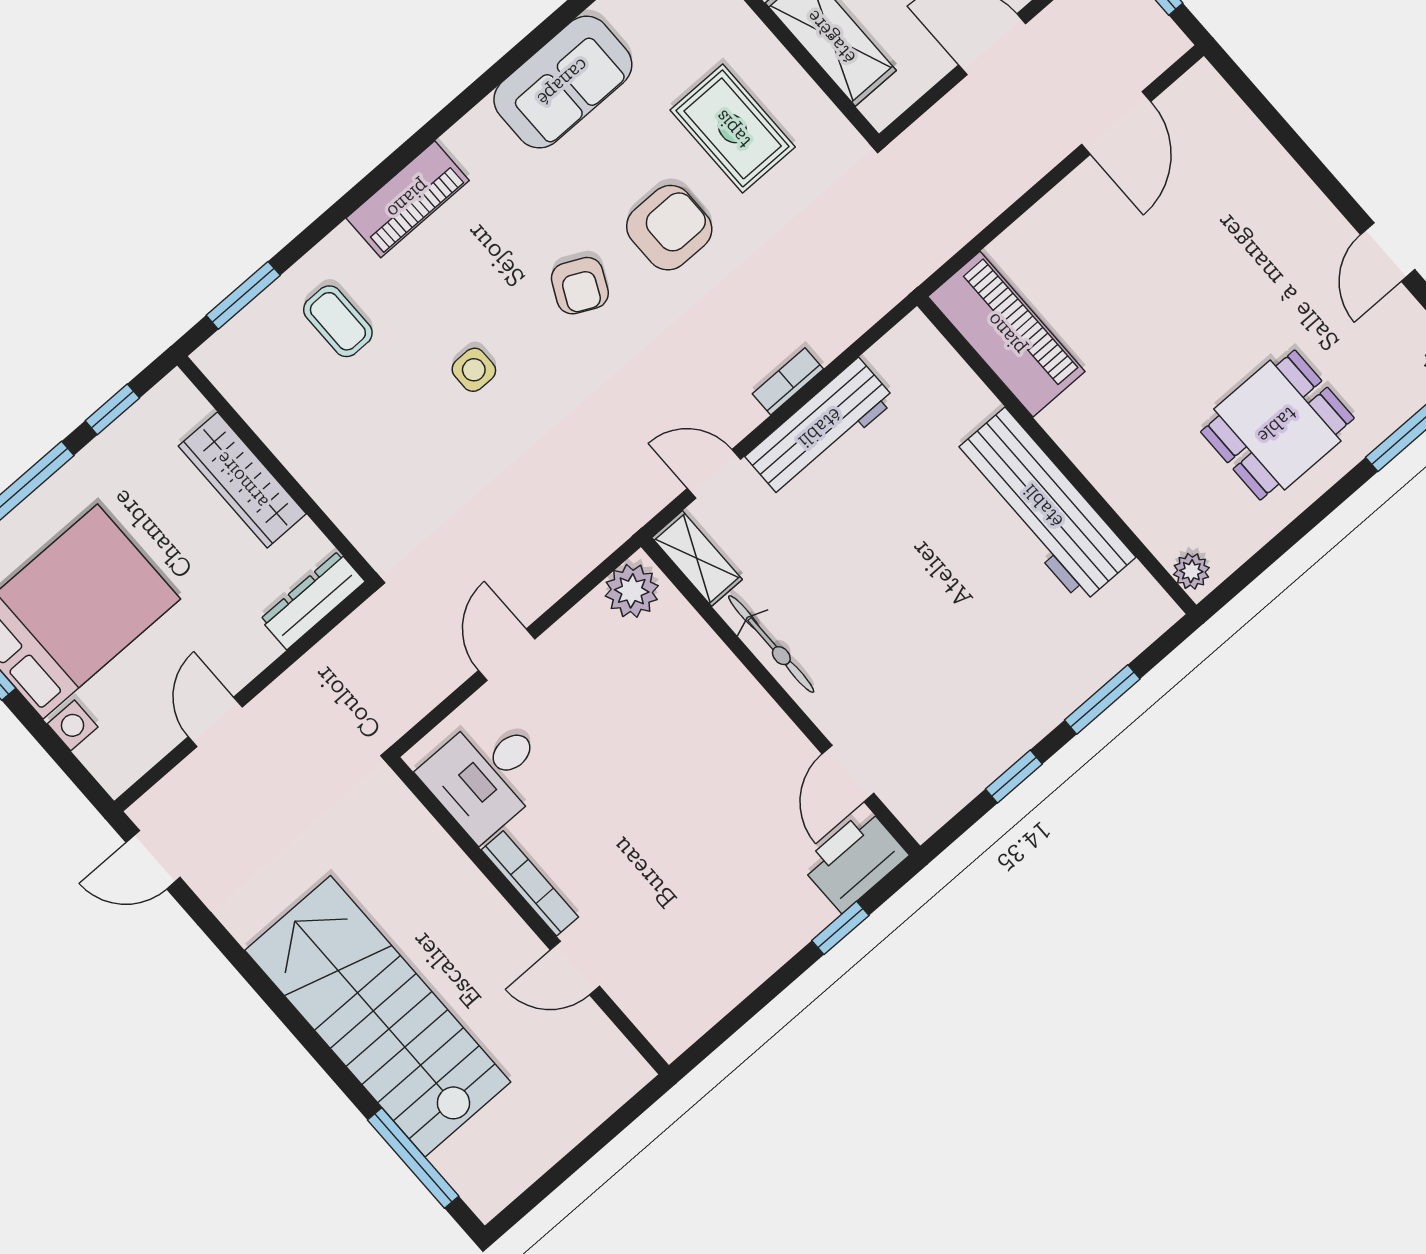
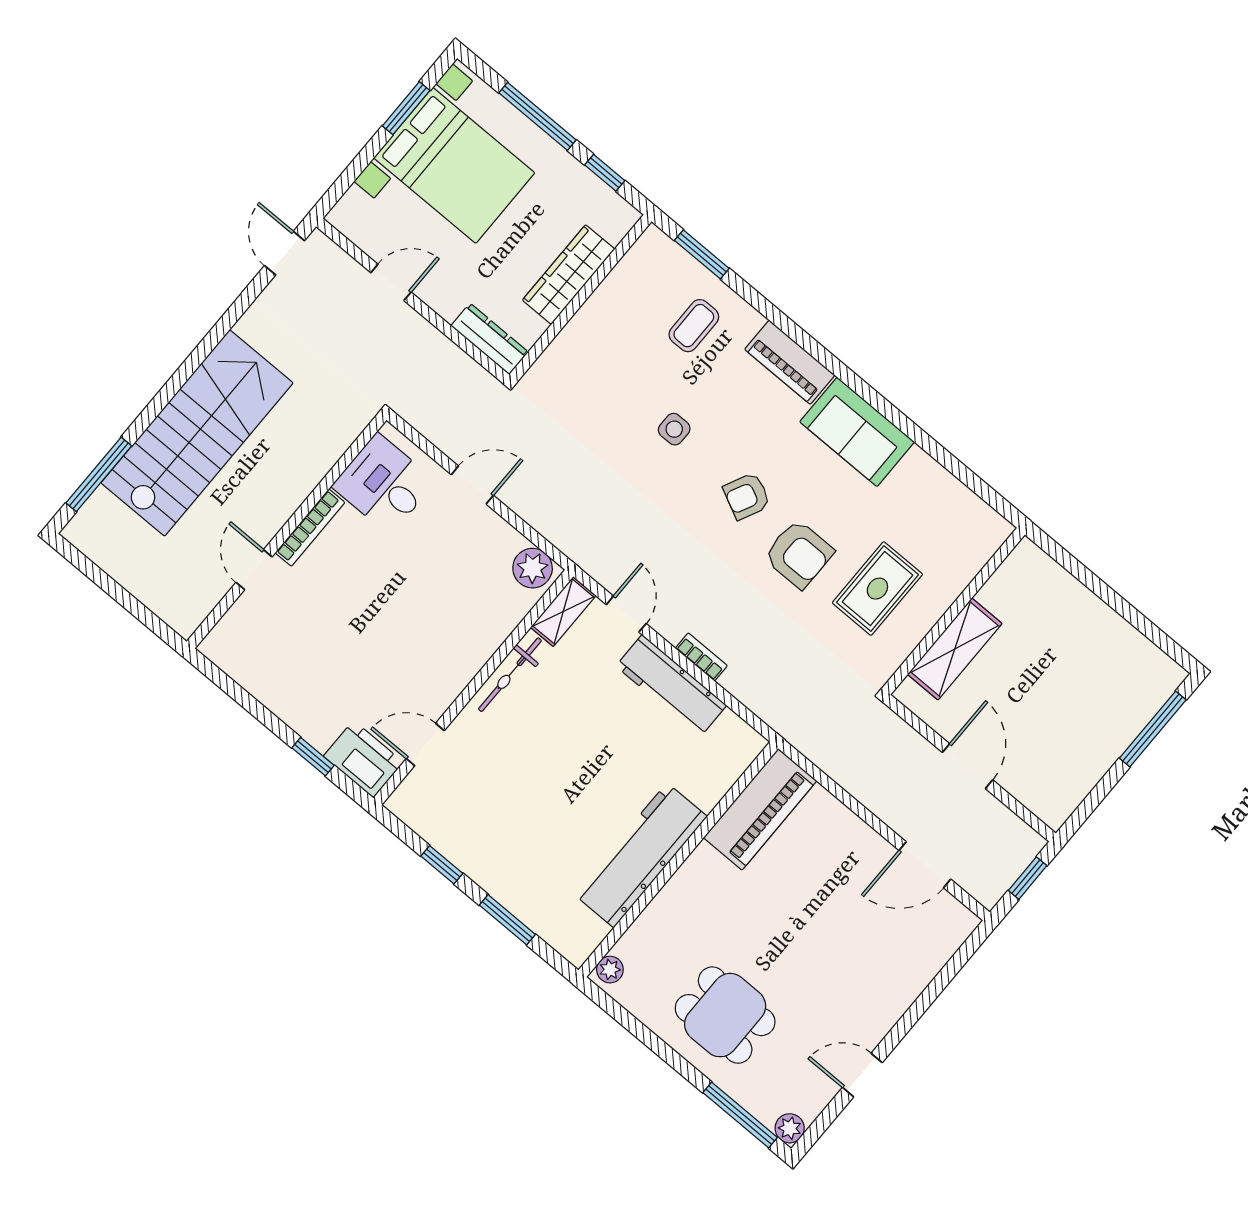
sofa: (563, 82) -> (857, 432), moved

